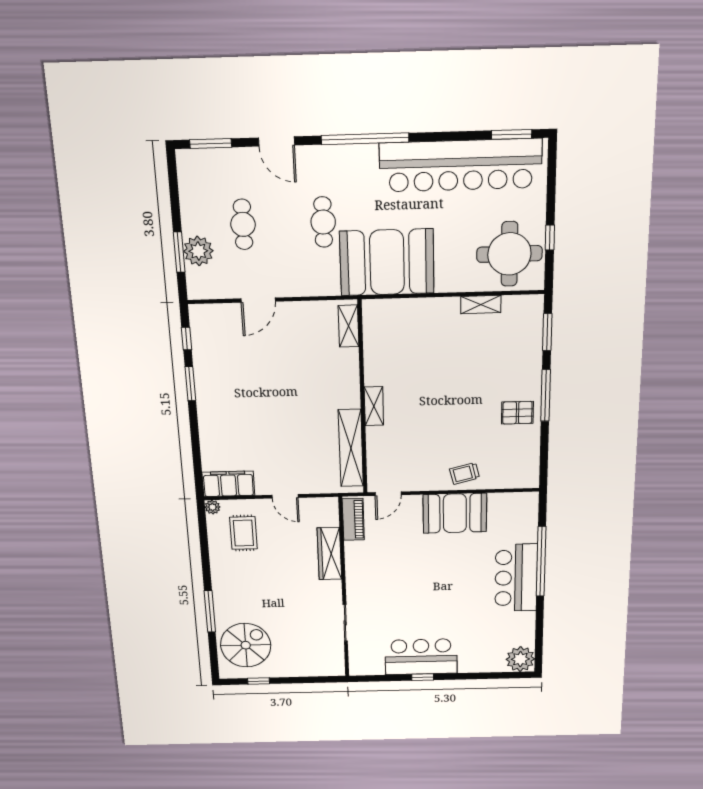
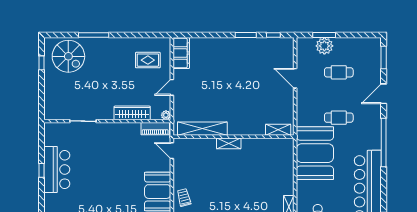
plant: (212, 507) -> (166, 115), moved

